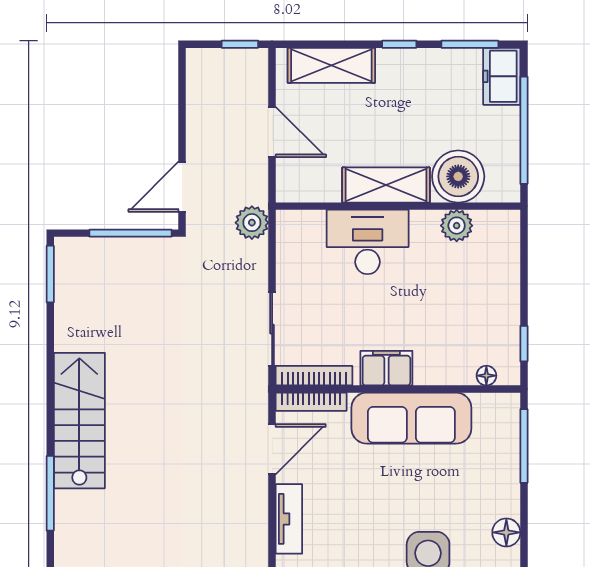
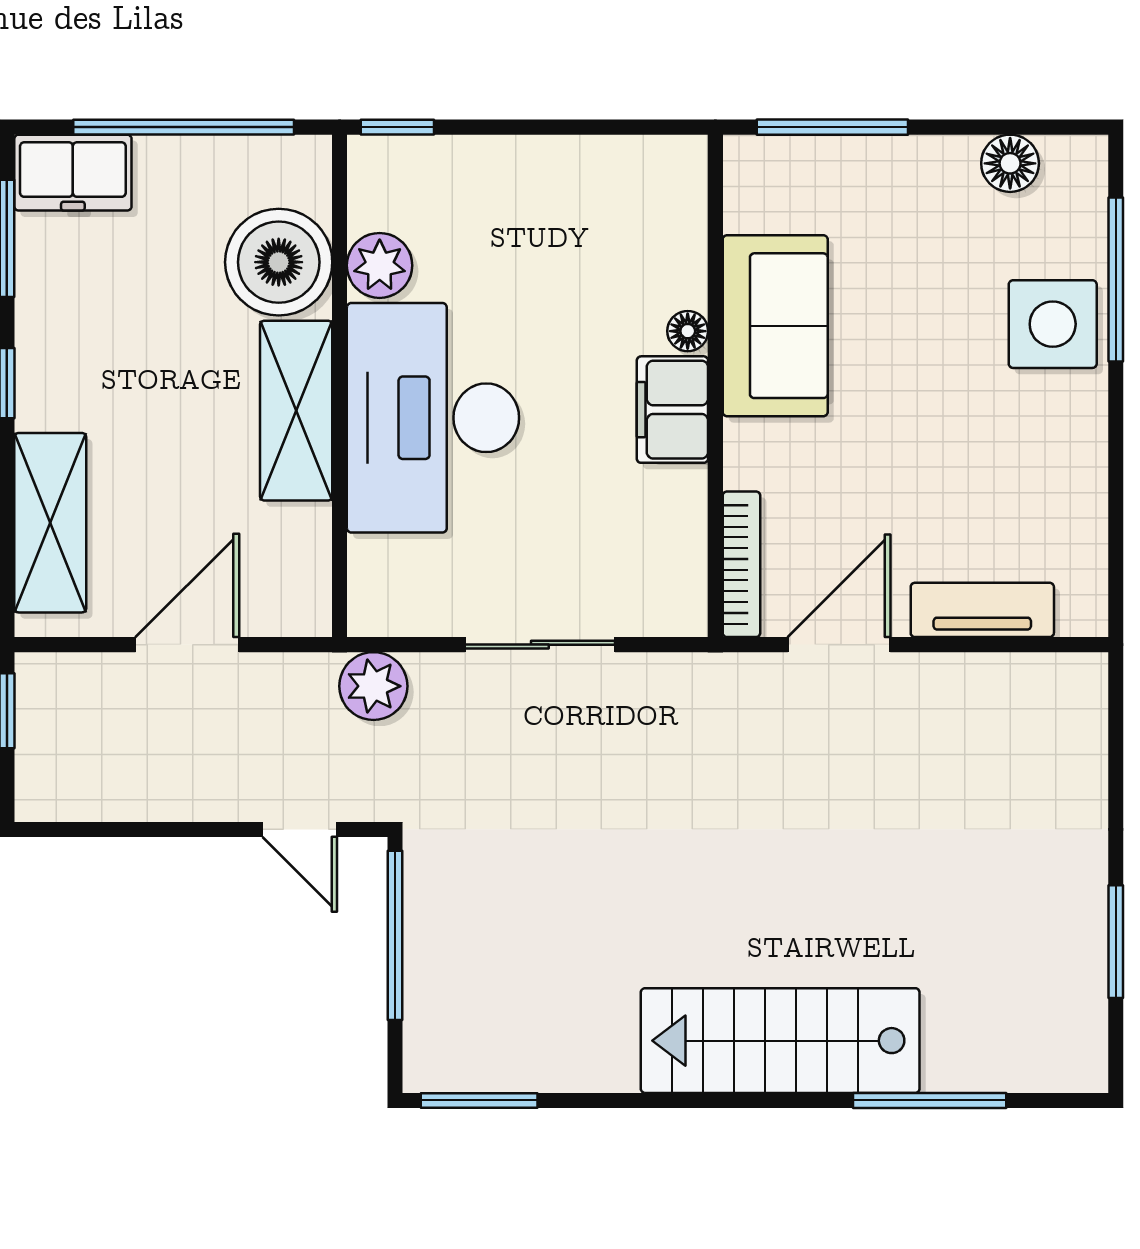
door: (182, 187) -> (300, 829), width x0.73
desk: (368, 242) -> (433, 418), width x1.36, depth x1.30
sliding door: (272, 329) -> (540, 645), moved
window: (524, 344) -> (397, 127), moved
bookcase: (314, 376) -> (688, 558), removed
floor lamp: (486, 376) -> (688, 331), moved
sofa: (411, 418) -> (775, 326), width x0.73
door: (272, 449) -> (839, 645), hinge flipped

